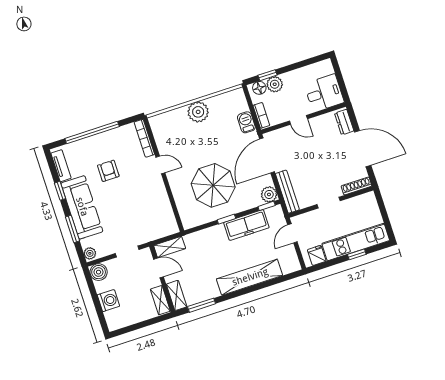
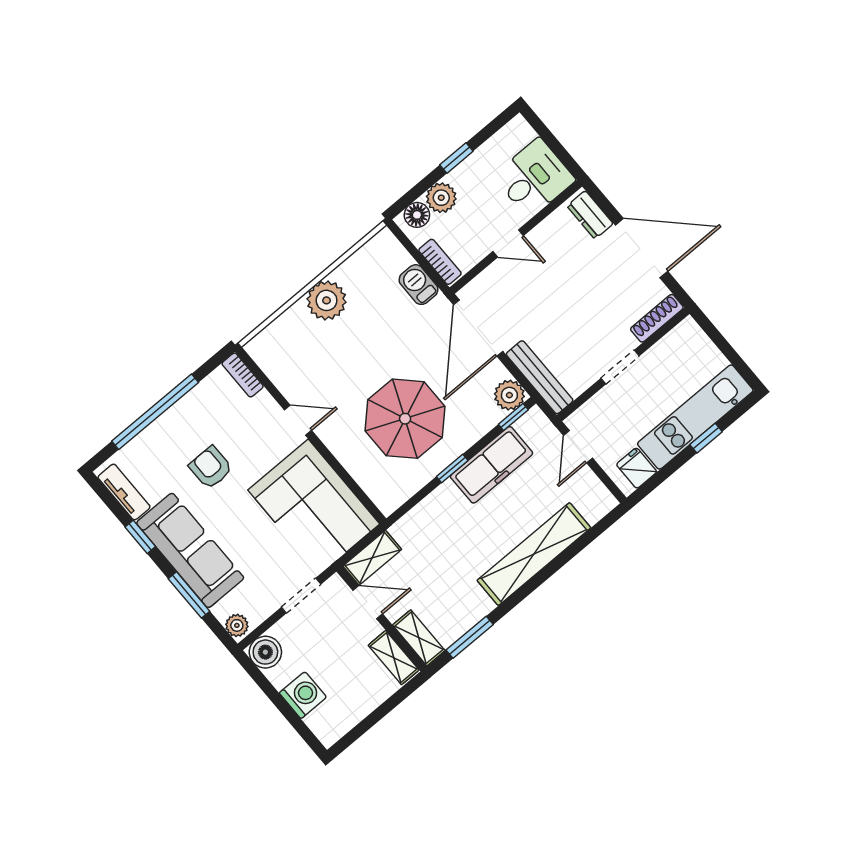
window: (268, 75) -> (456, 158), moved
bookcase: (144, 138) -> (243, 375), width x0.64
corner sofa: (151, 211) -> (314, 507), added

